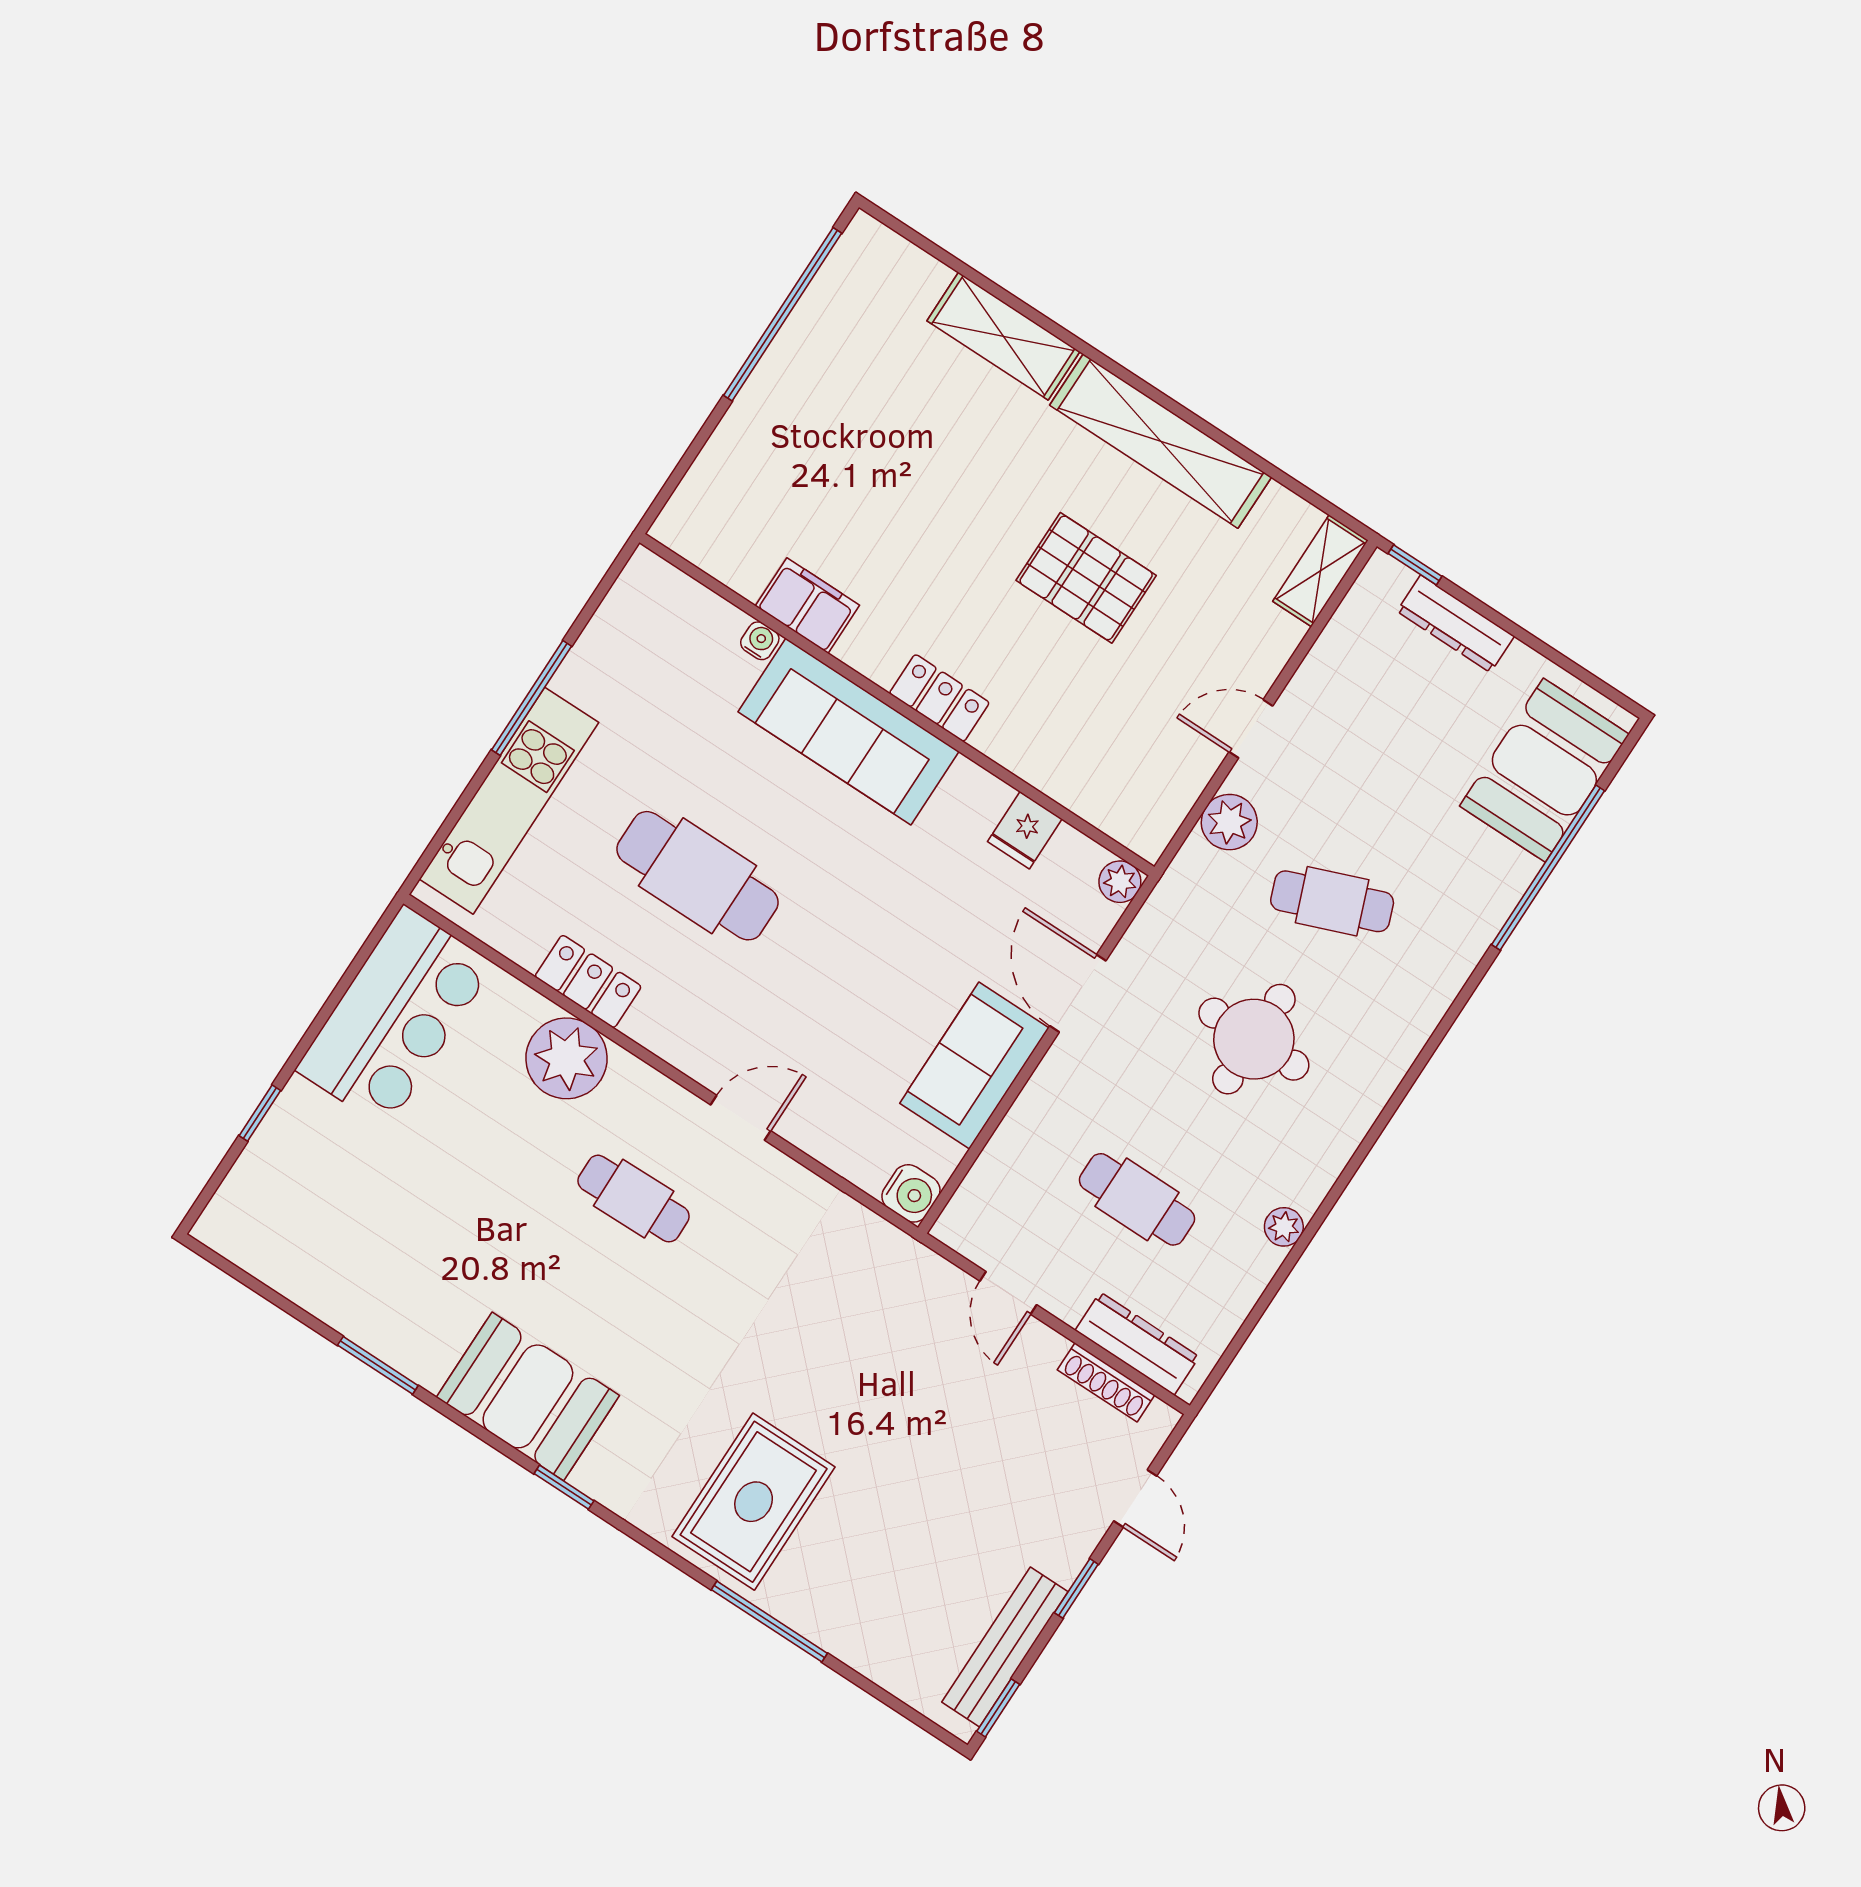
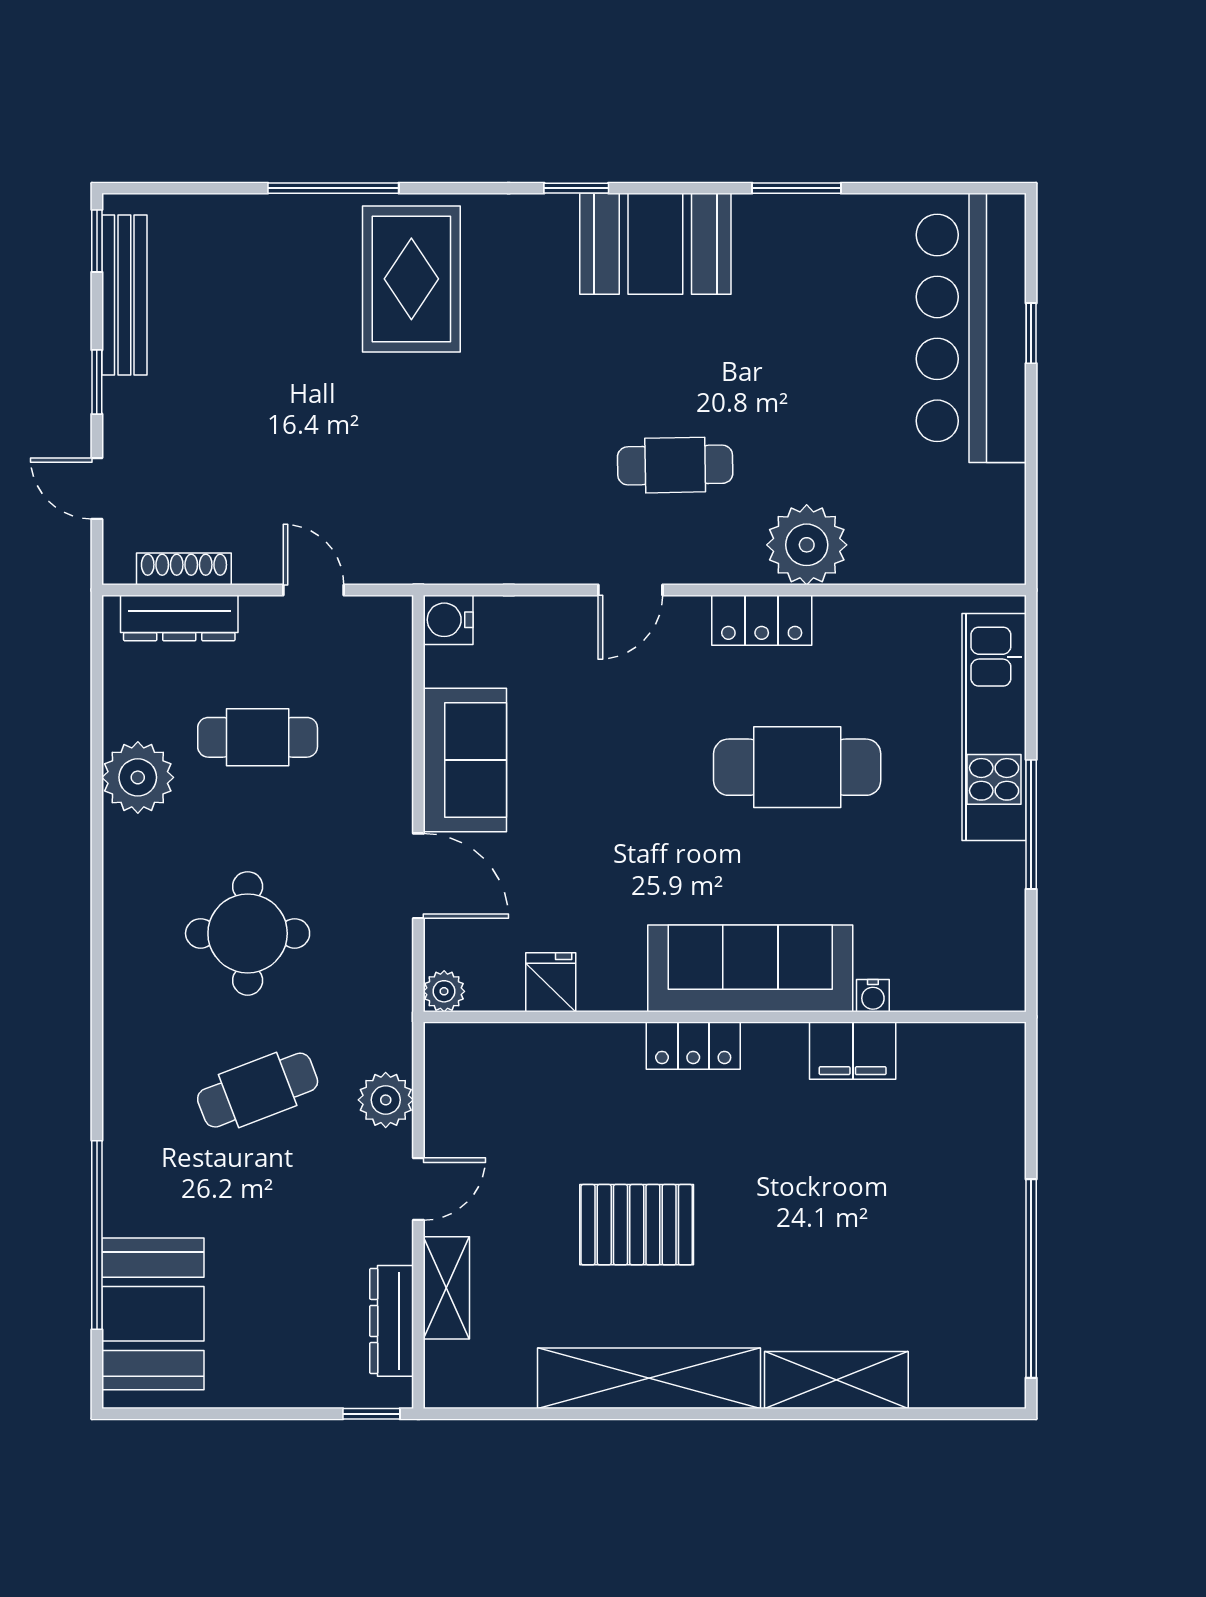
shelving: (1320, 571) -> (446, 1288), moved
dresser: (1456, 624) -> (392, 1321), moved, turned -90
locker: (588, 981) -> (762, 620), moved
bar counter: (395, 1017) -> (971, 328), moved, width x1.36
plant: (1284, 1227) -> (138, 777), width x1.88, depth x1.88

